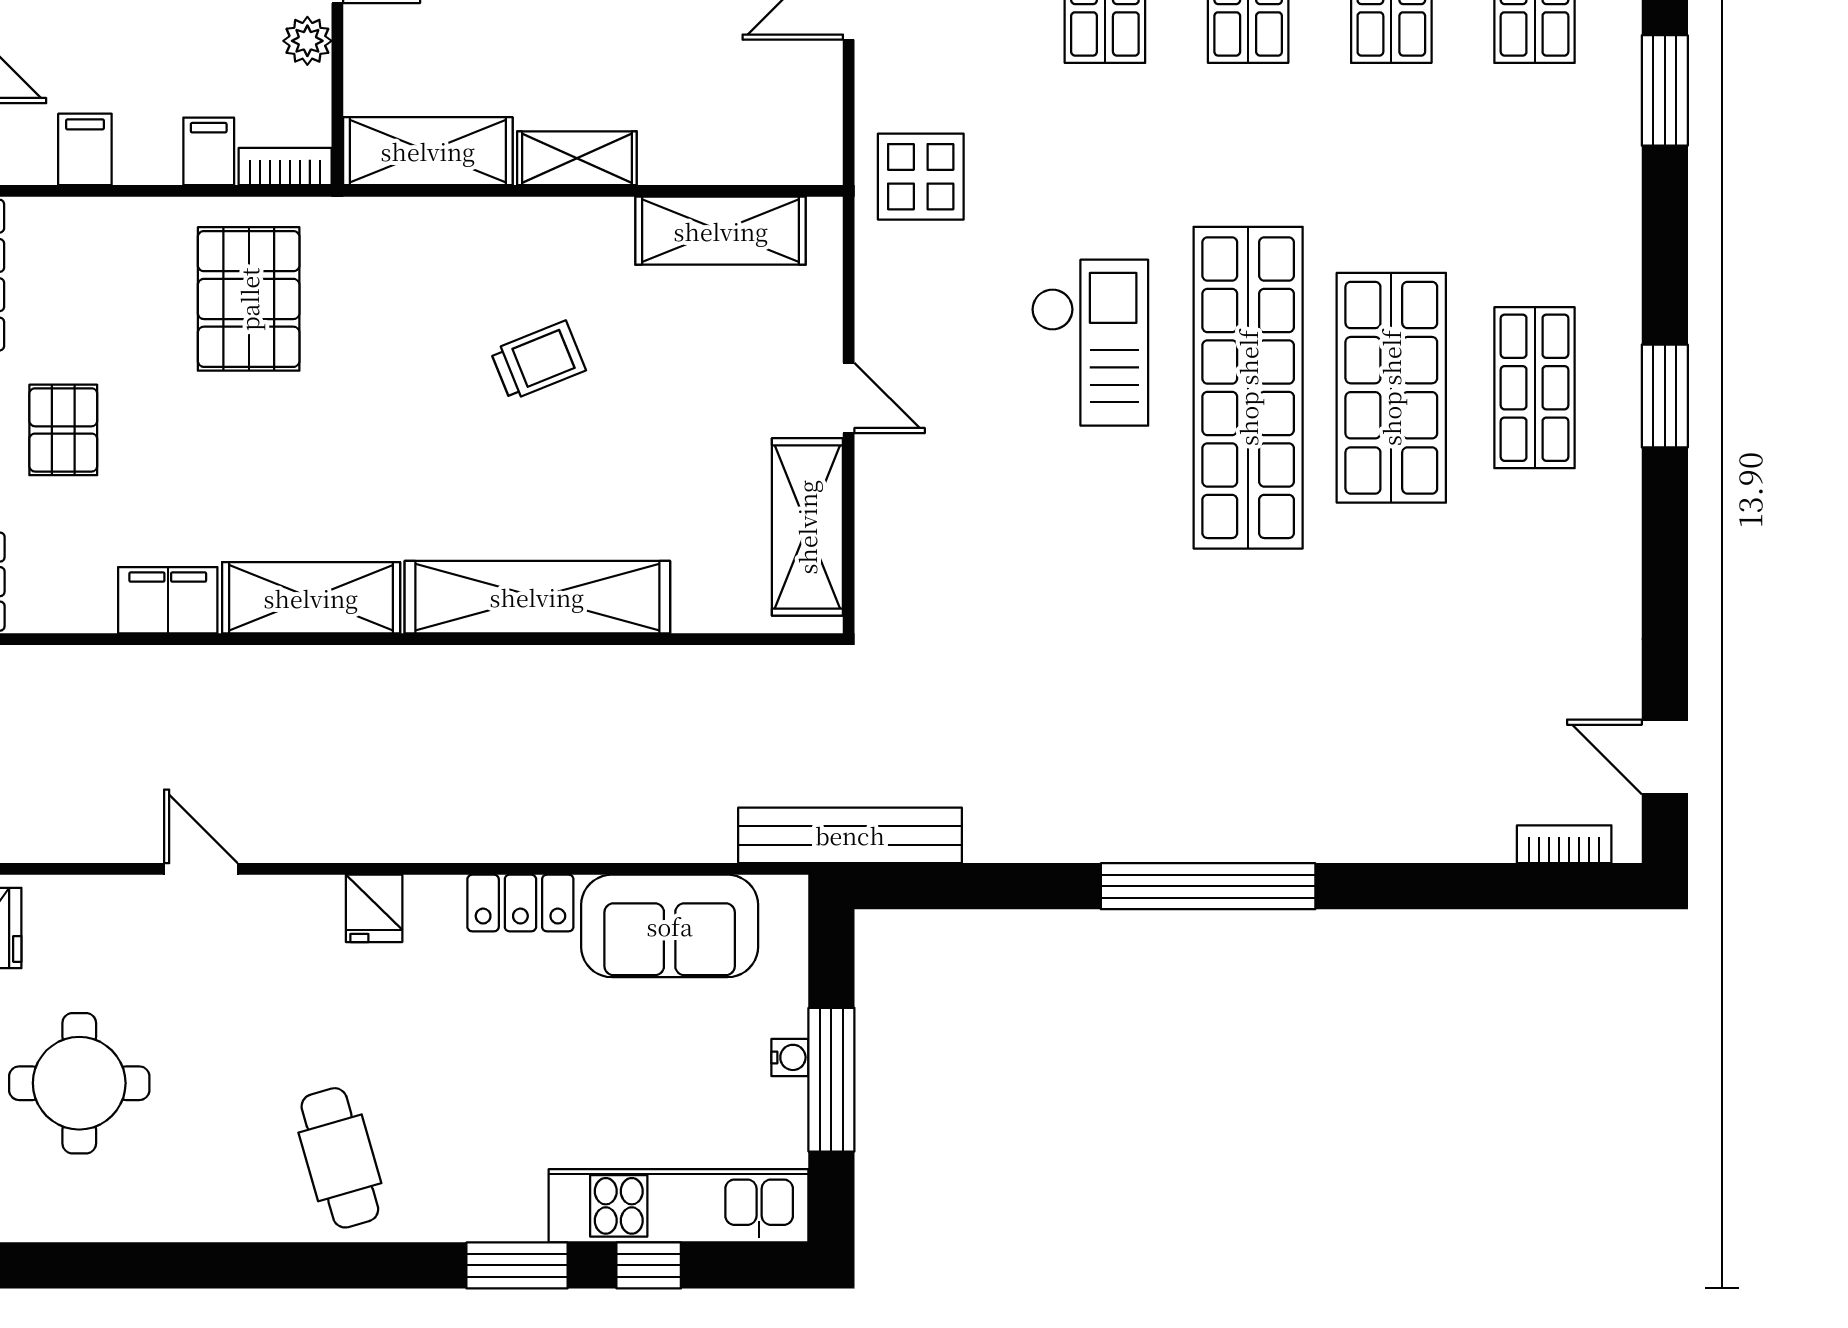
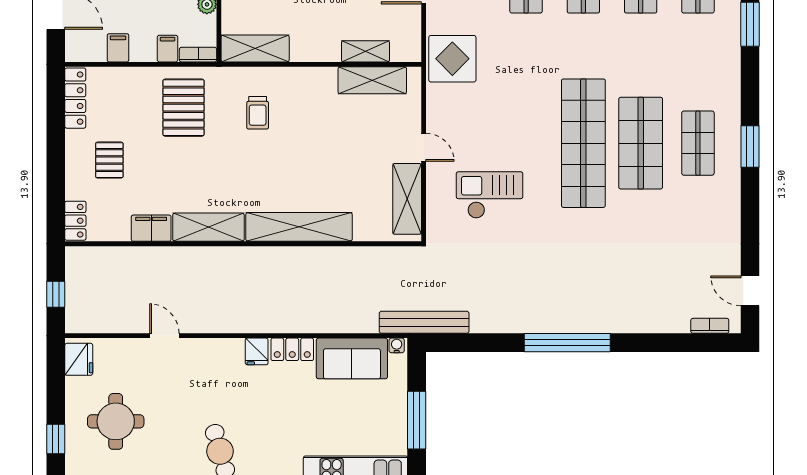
shelving: (577, 158) -> (365, 51), moved
display table: (921, 177) -> (452, 59), width x1.36, depth x1.36
checkout: (1090, 343) -> (490, 195), moved, turned -90
trolley: (538, 361) -> (258, 113), moved, turned 112
fridge: (374, 908) -> (257, 351), moved
water cooler: (790, 1057) -> (397, 345), moved, turned -90

